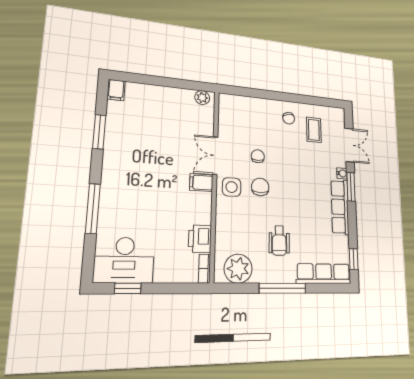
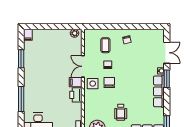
coffee table: (314, 130) -> (105, 45), moved
printer: (200, 239) -> (76, 95), moved

